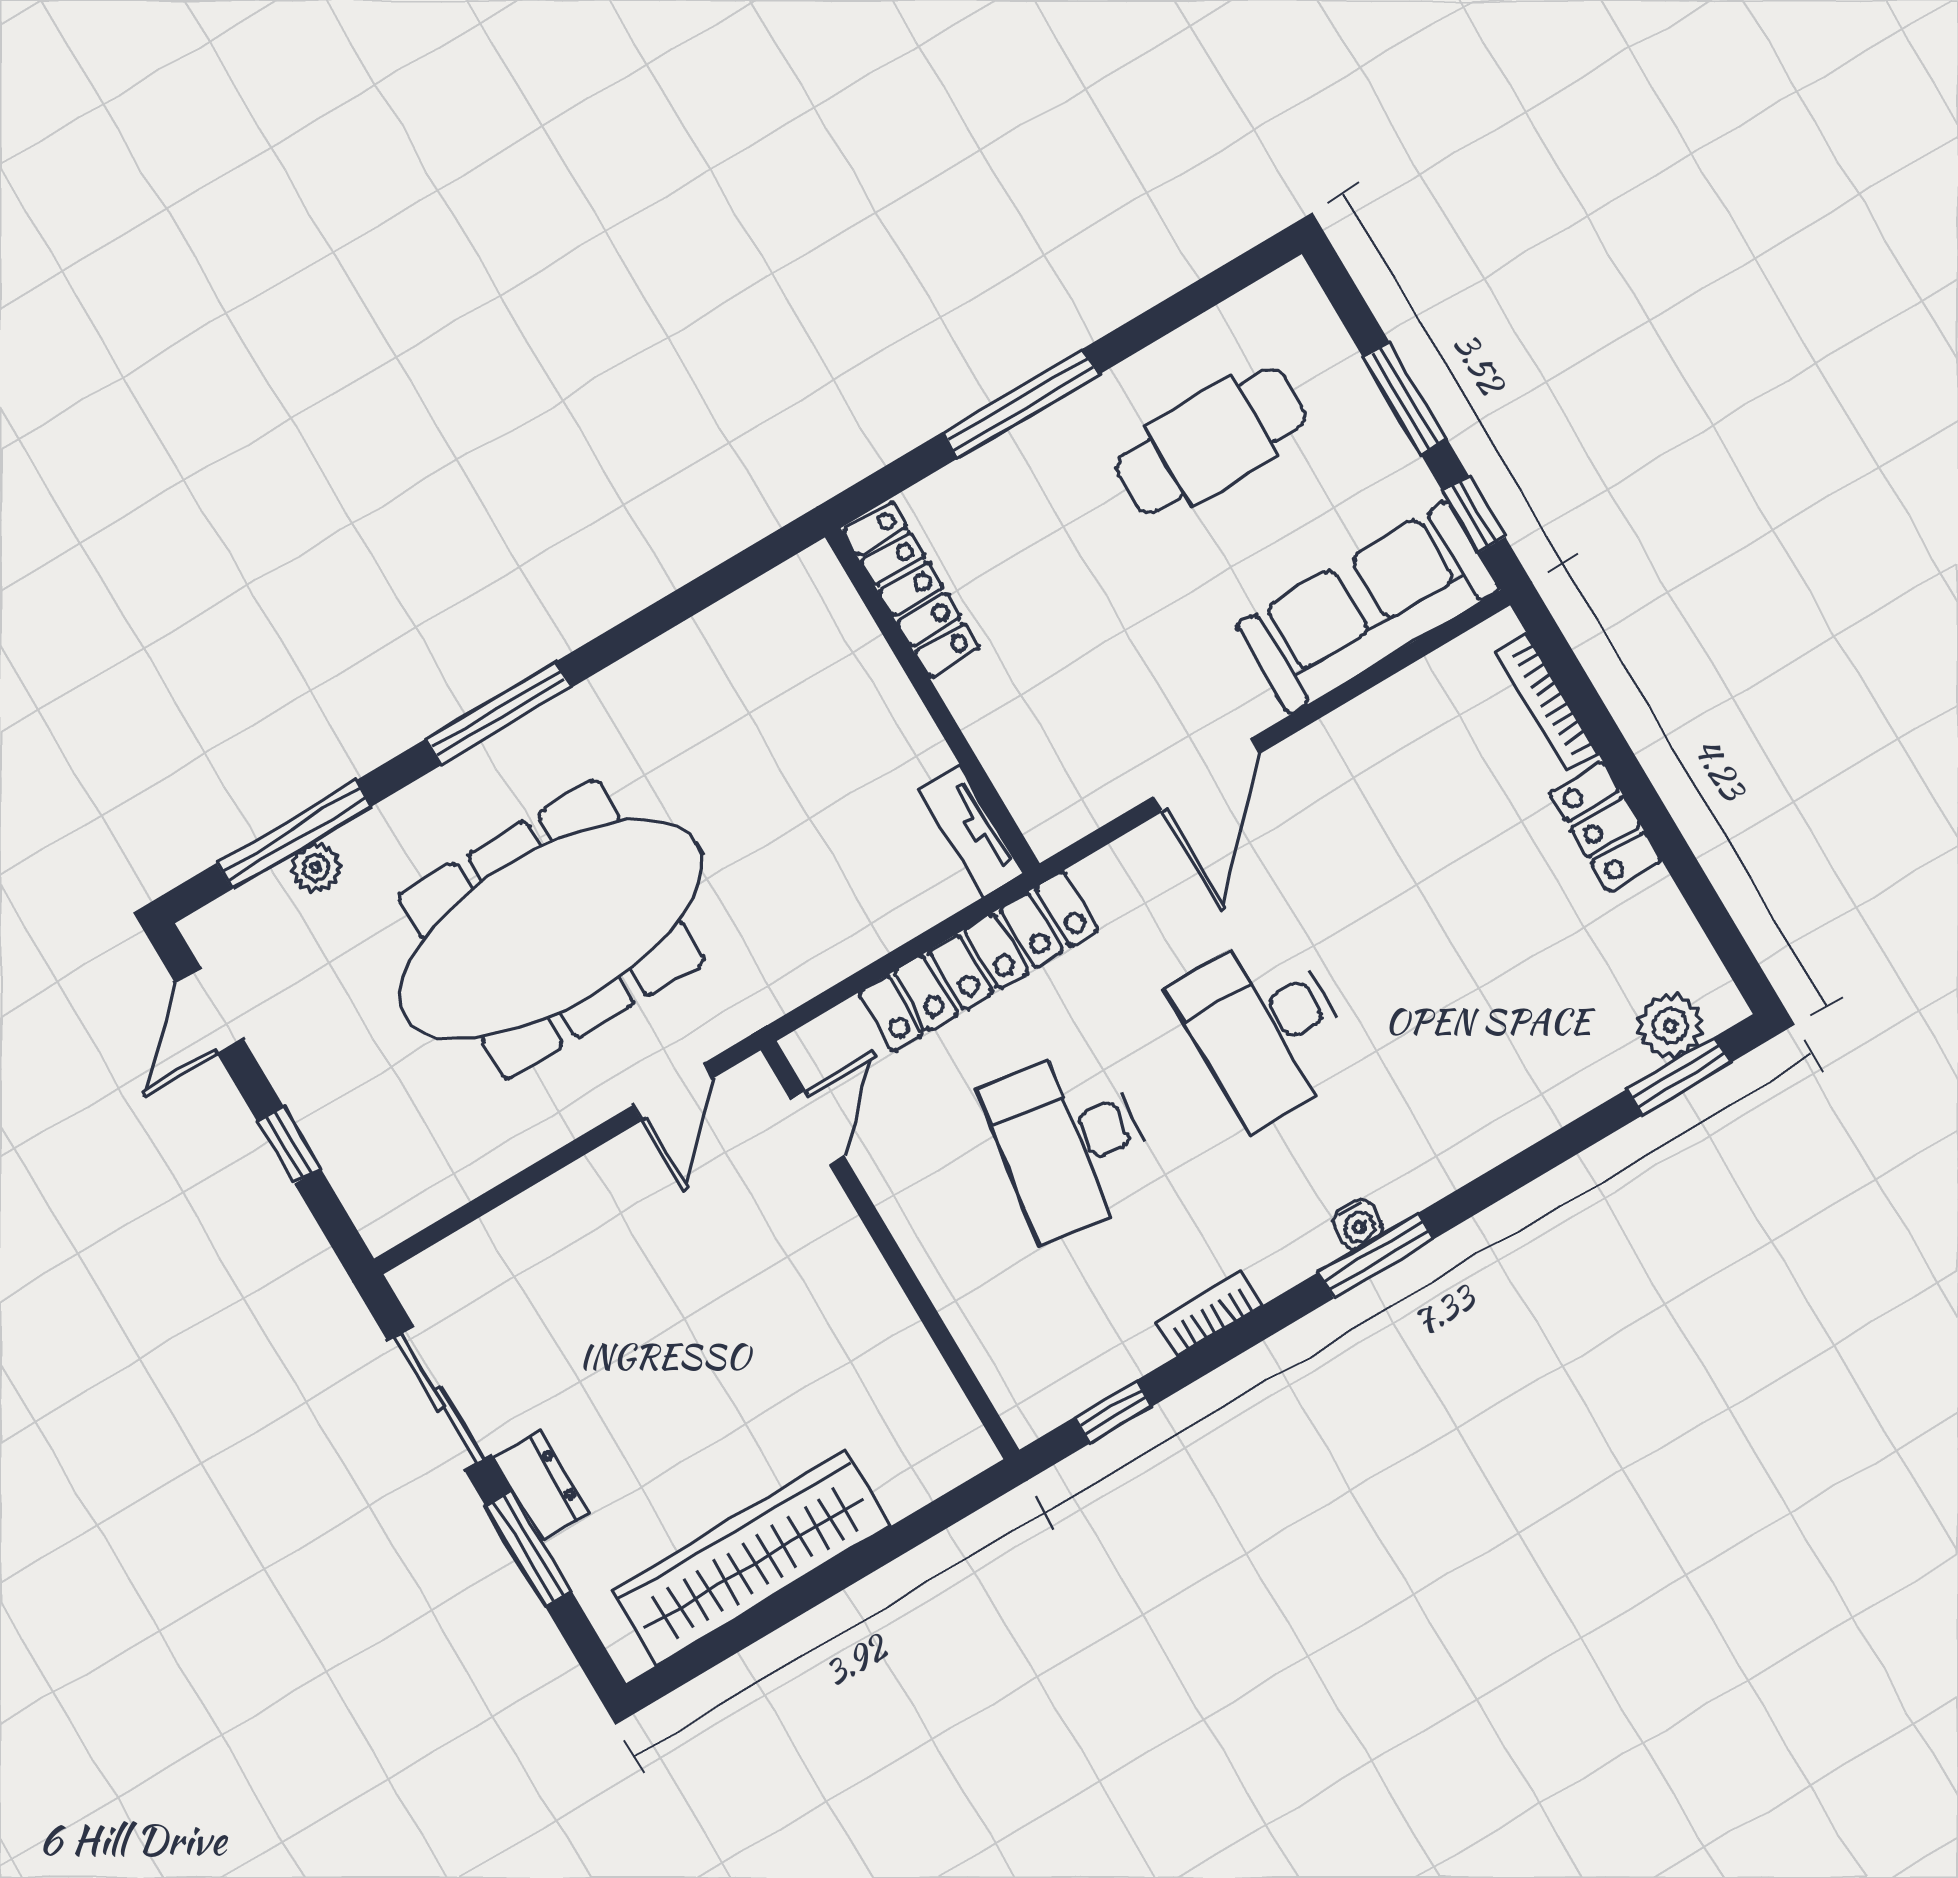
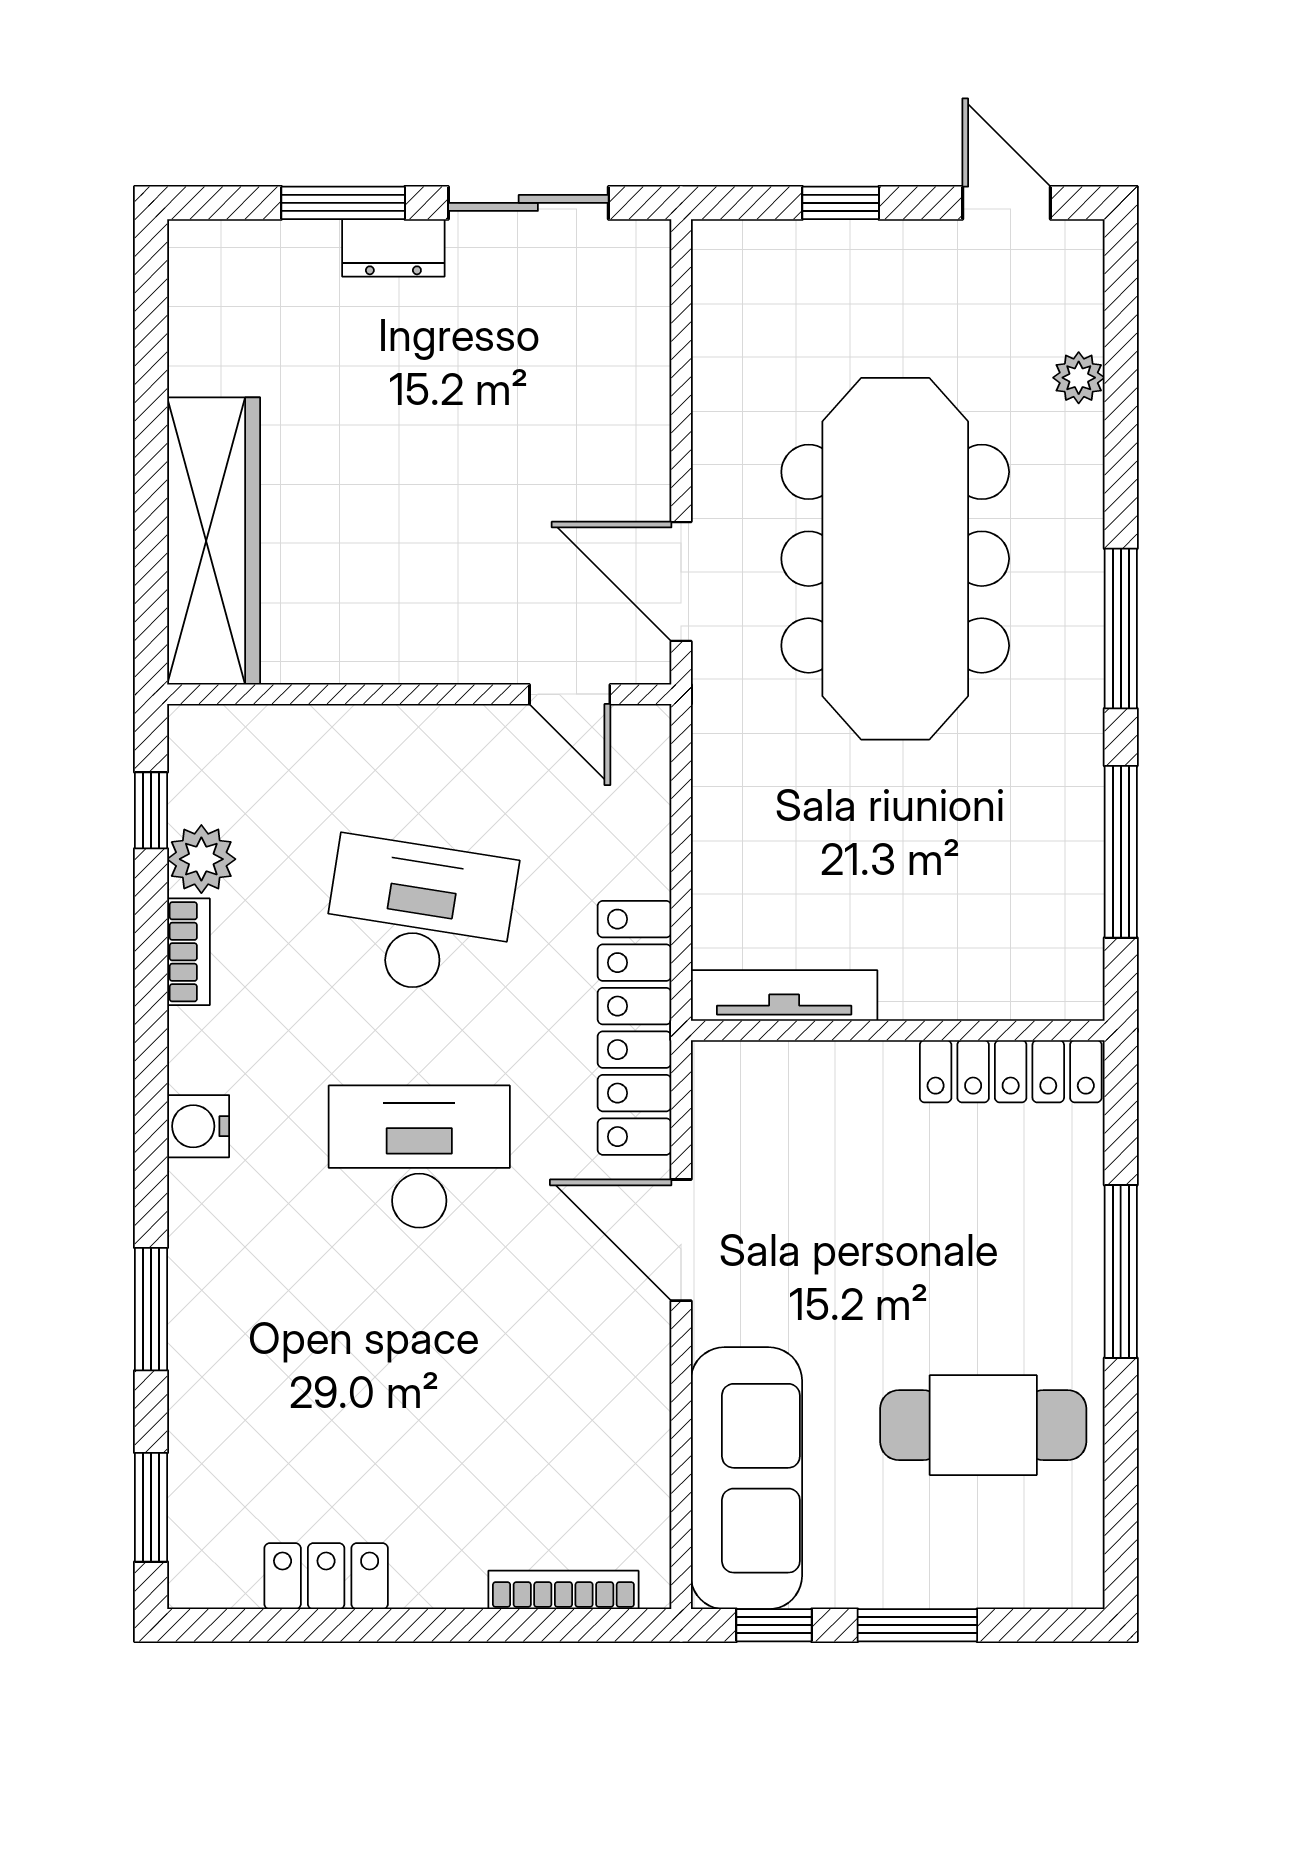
cafe table: (1211, 441) -> (983, 1425), turned 90
locker: (1606, 827) -> (326, 1576), moved
tv unit: (972, 831) -> (784, 995), width x1.41
window: (294, 835) -> (1121, 852), moved
locker: (979, 961) -> (634, 1028), moved
plant: (1670, 1026) -> (201, 859), moved
door: (673, 1092) -> (681, 581), width x1.38
water cooler: (1358, 1224) -> (198, 1126), width x1.38, depth x1.38
window: (1376, 1256) -> (151, 1309), moved
wardrobe: (751, 1558) -> (214, 541), moved

